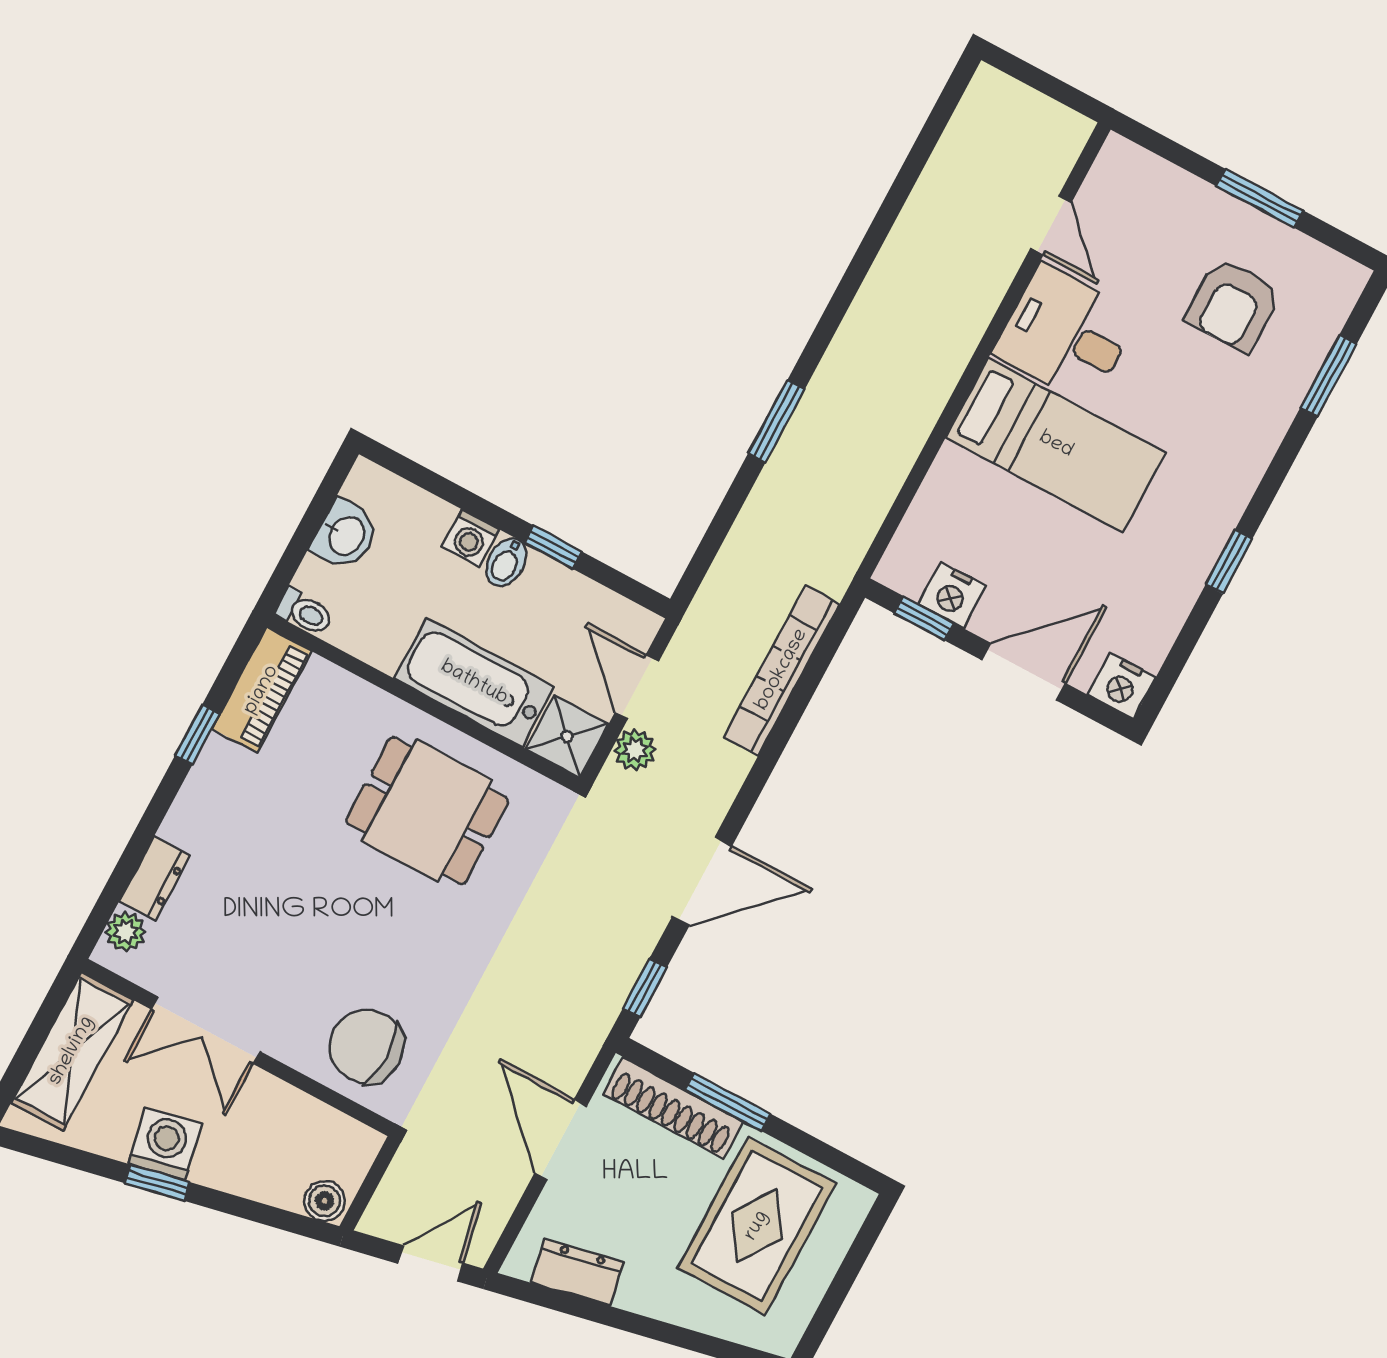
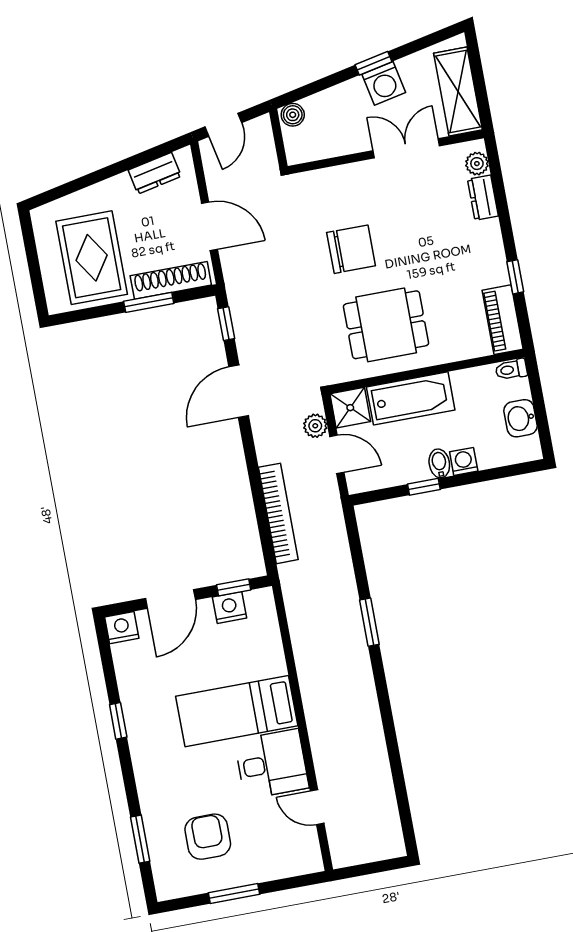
chair: (366, 1046) -> (351, 249), moved

